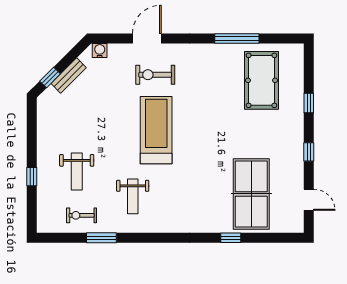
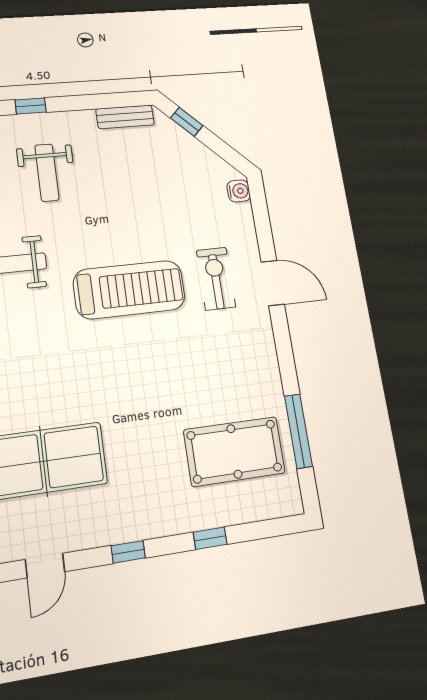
door: (147, 38) -> (273, 283), moved
window: (237, 38) -> (298, 431), moved
bench: (69, 76) -> (125, 117), moved, turned -45
weight bench: (77, 172) -> (47, 173), turned -90

